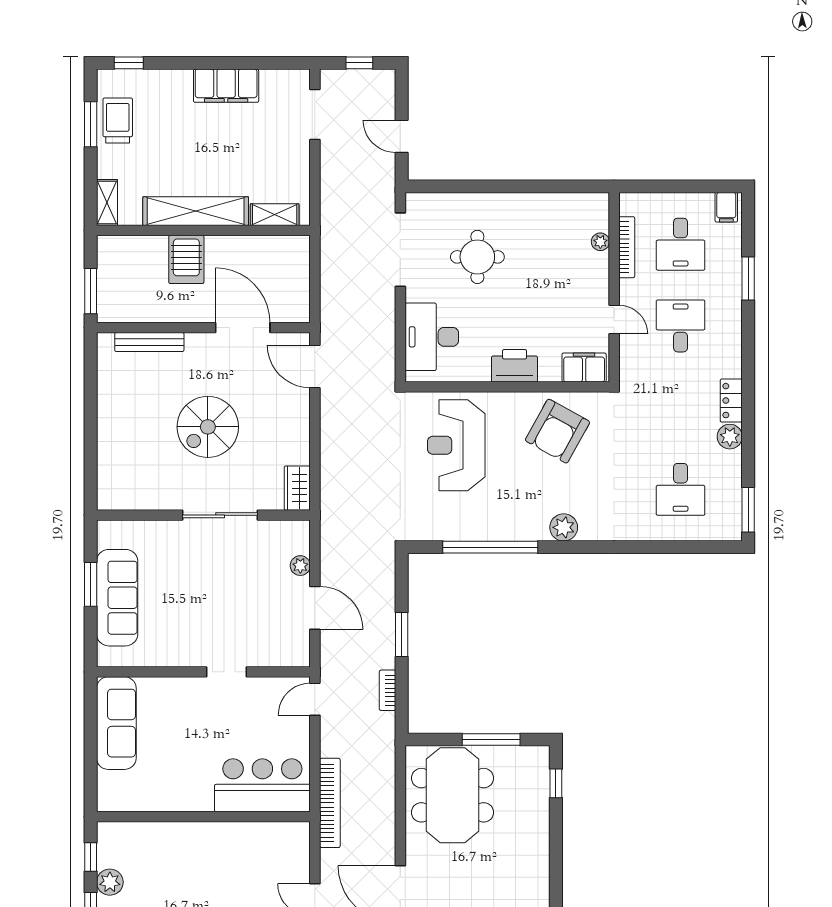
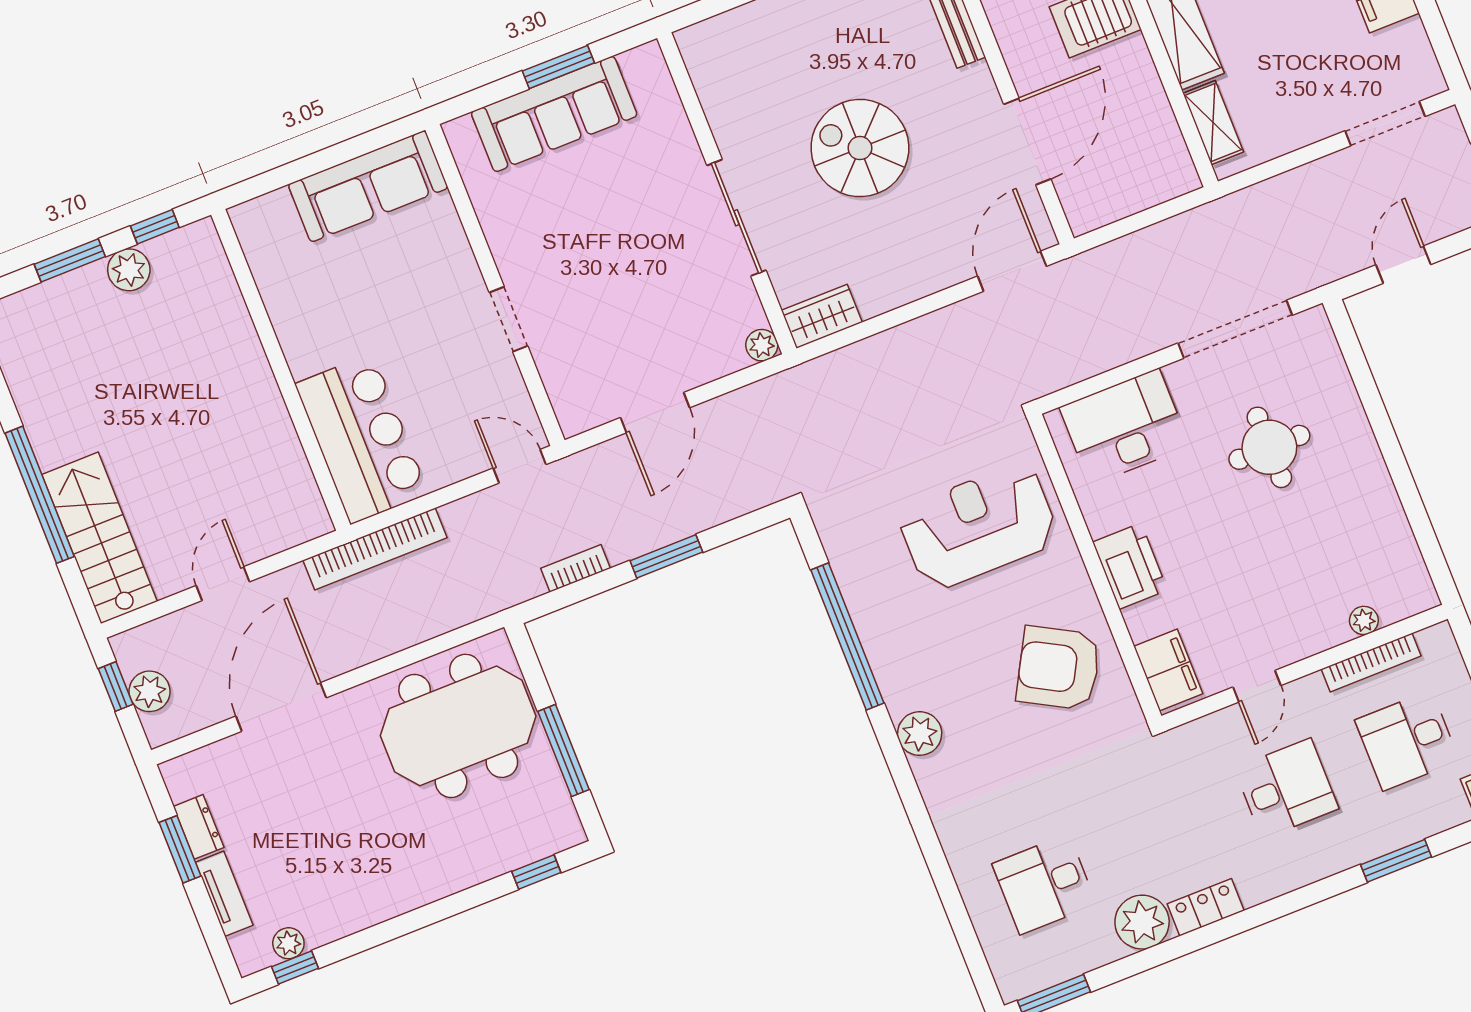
plant: (730, 437) -> (1142, 922), width x1.36, depth x1.36
plant: (300, 566) -> (762, 345), moved

